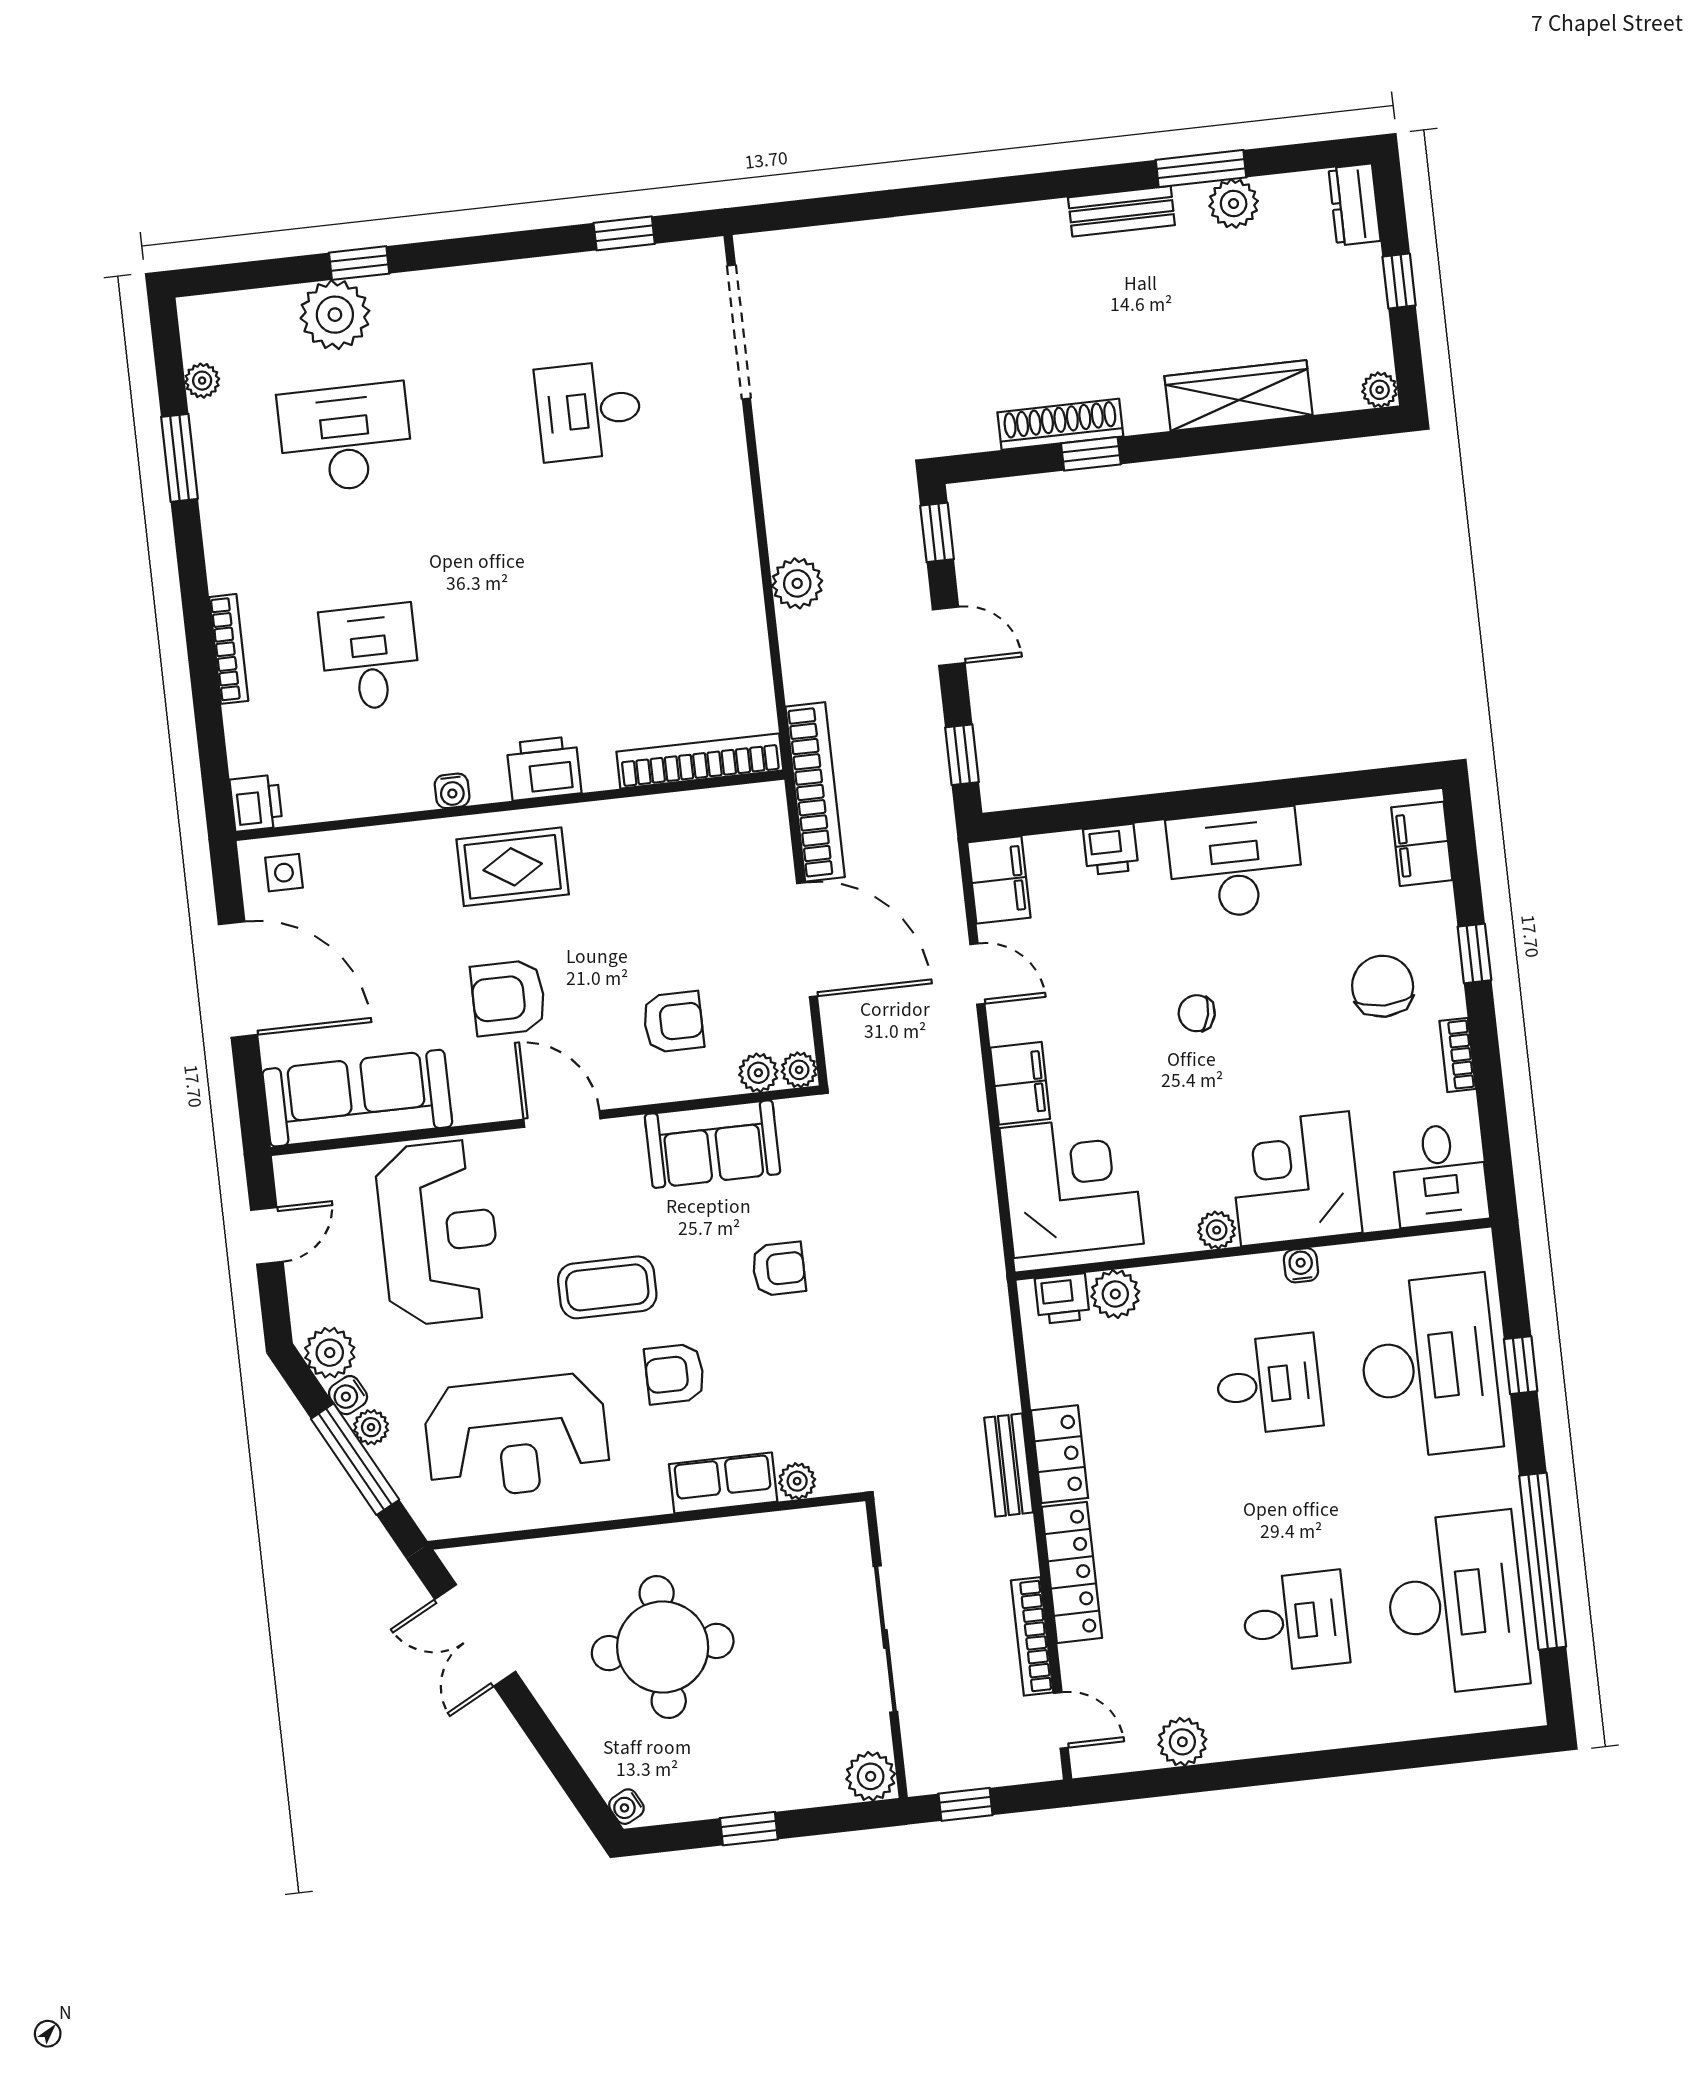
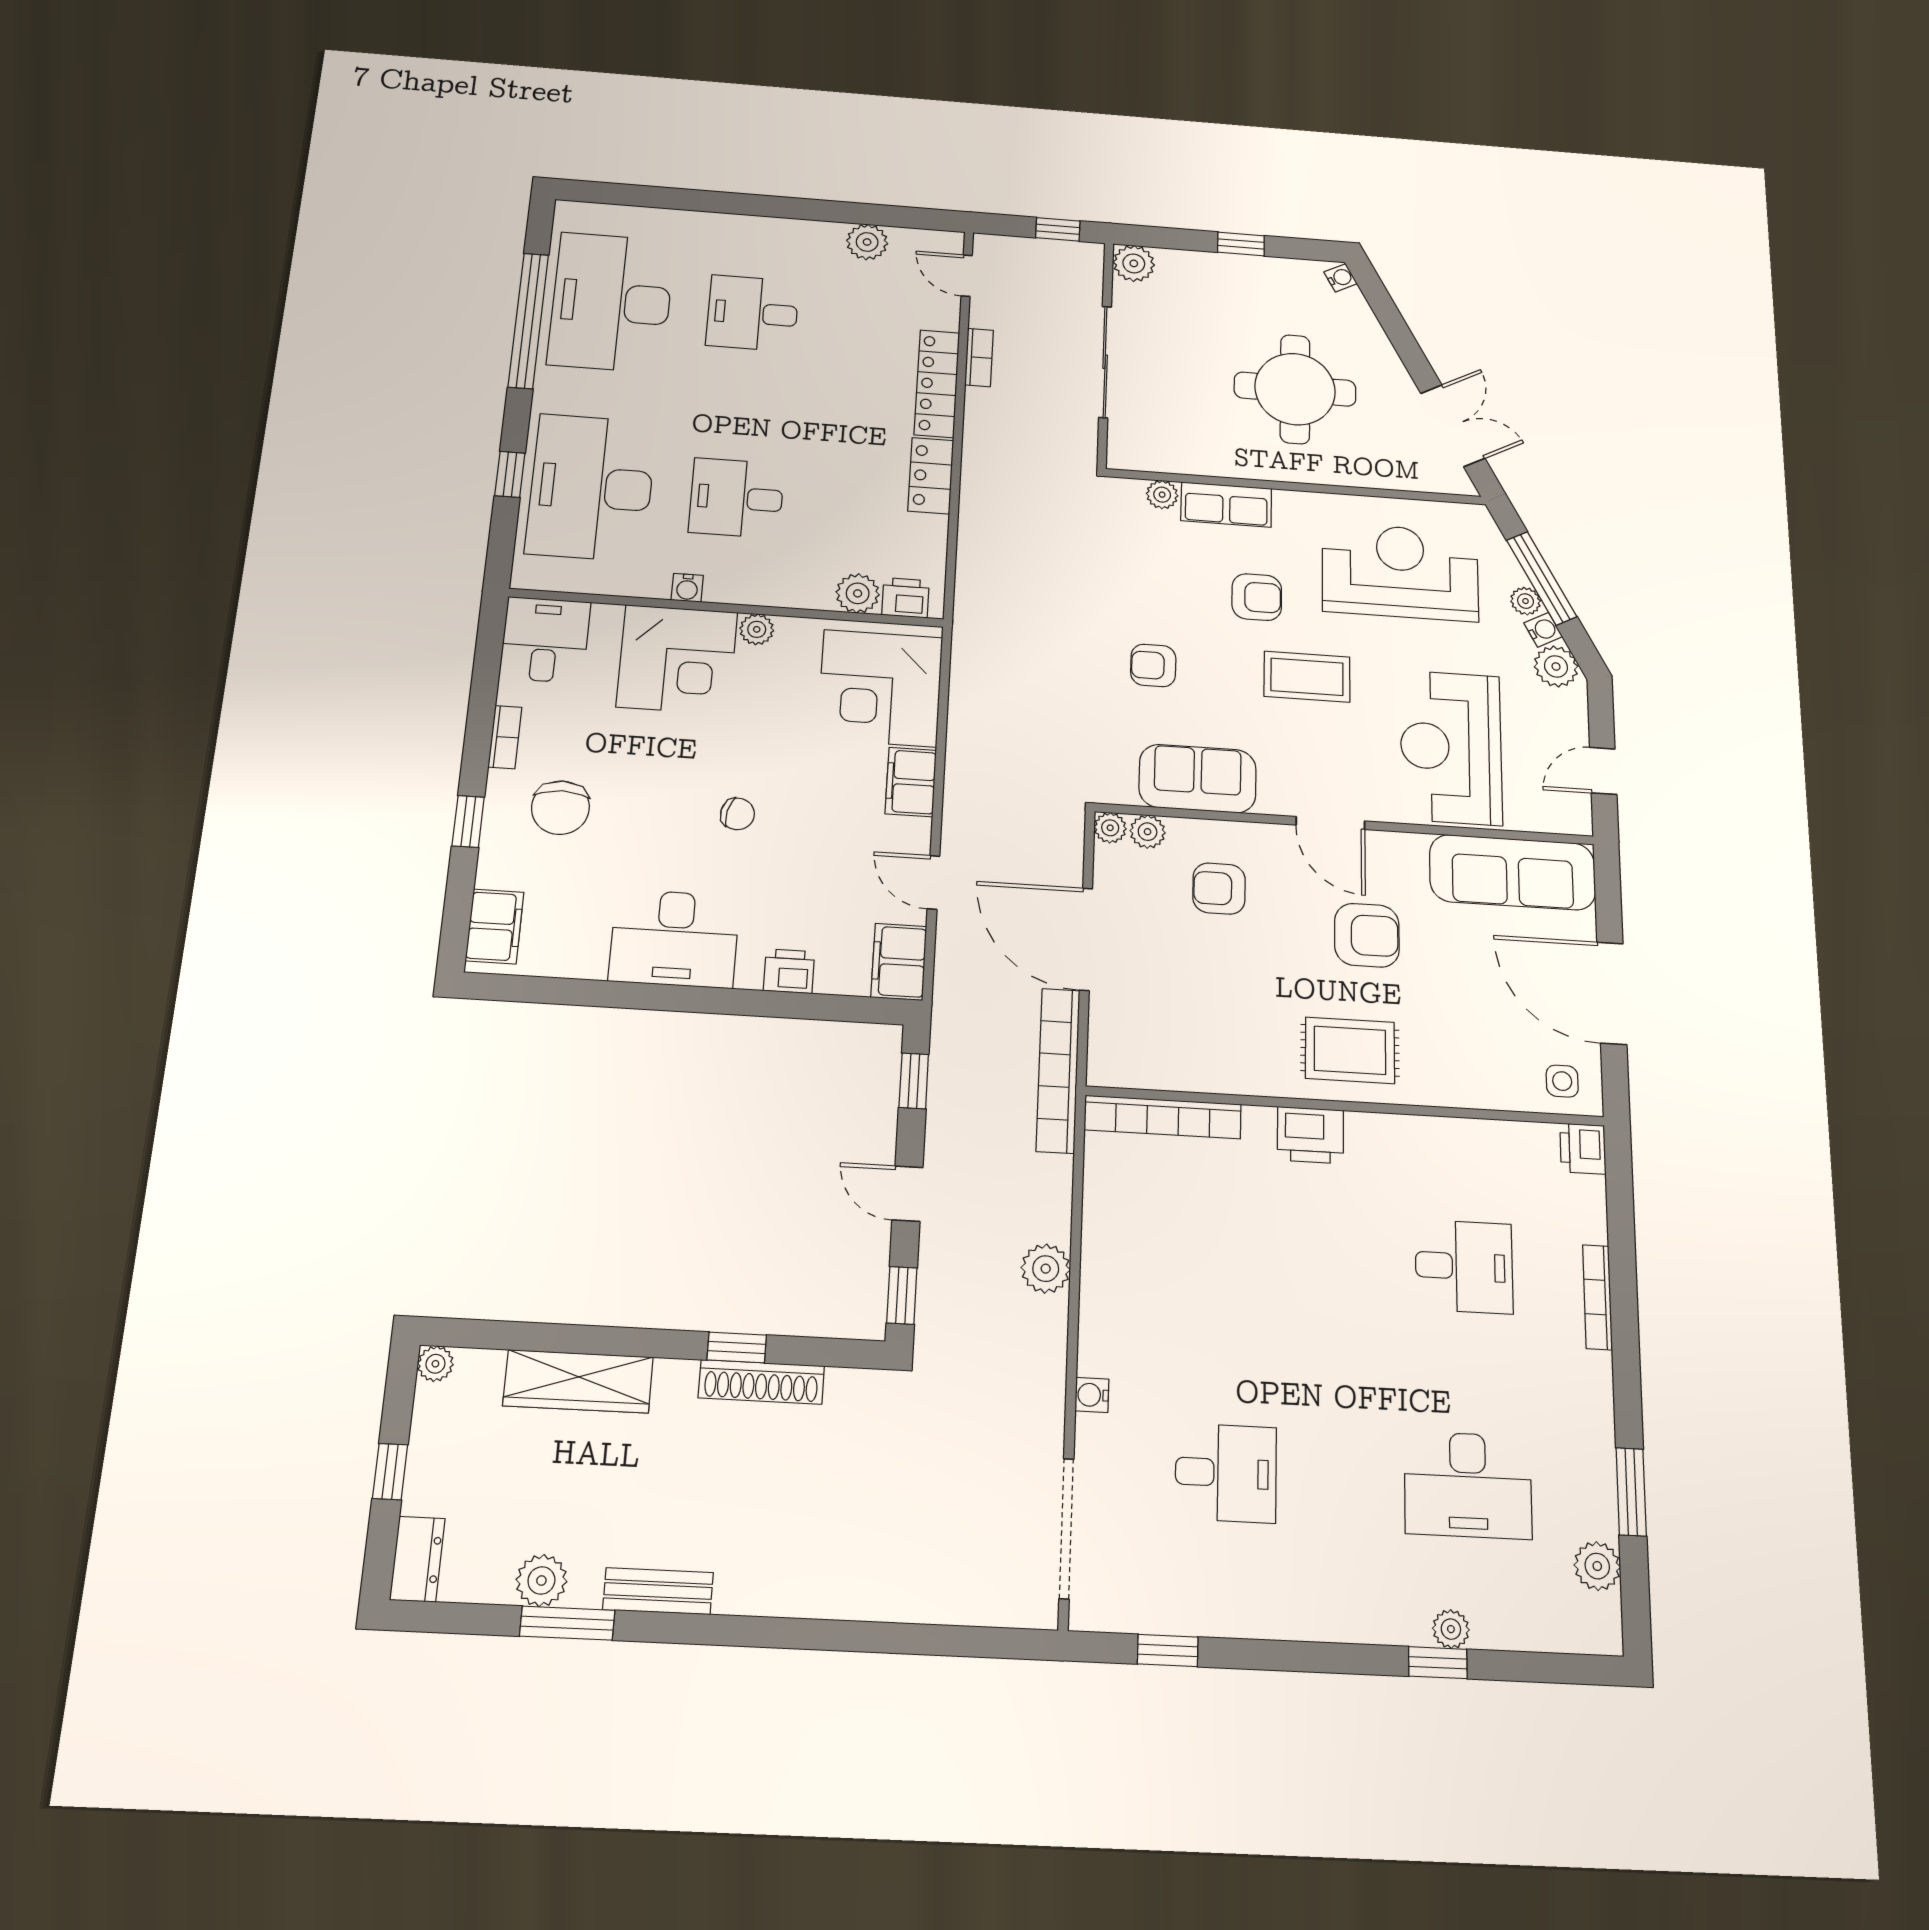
plant: (335, 315) -> (1451, 1629), width x0.53, depth x0.53
plant: (202, 381) -> (1597, 1566), width x1.38, depth x1.38
desk: (370, 657) -> (1464, 1267), turned -90
water cooler: (452, 791) -> (1092, 1395), moved, turned -90
bench: (1009, 1465) -> (977, 475), removed
bookcase: (1032, 1636) -> (979, 358), width x0.64

